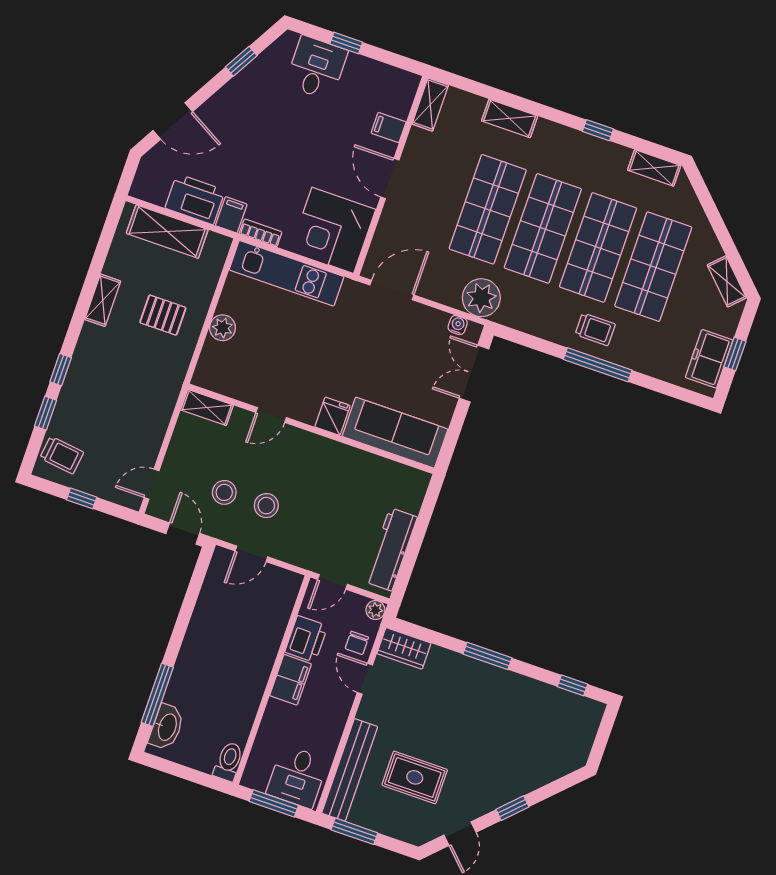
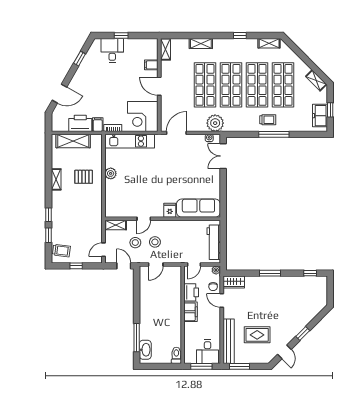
shelving: (207, 407) -> (116, 225), moved
door: (271, 415) -> (144, 219), moved
fridge: (333, 416) -> (170, 210), moved
wall: (311, 429) -> (163, 219), moved
sofa: (395, 433) -> (198, 208), moved

